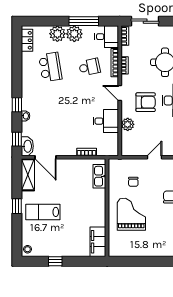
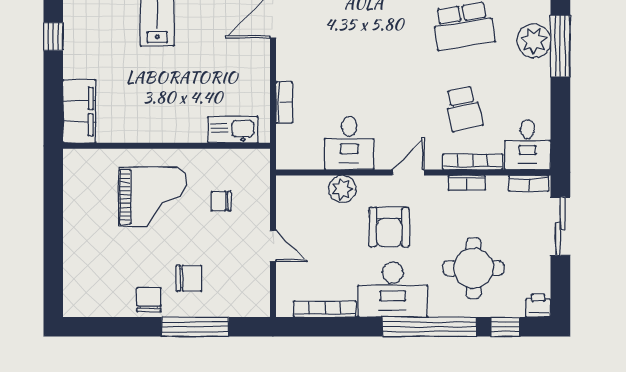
window: (84, 21) -> (560, 46), moved
plant: (74, 34) -> (534, 77), removed
filing cabinet: (98, 242) -> (79, 111), moved, turned 90

